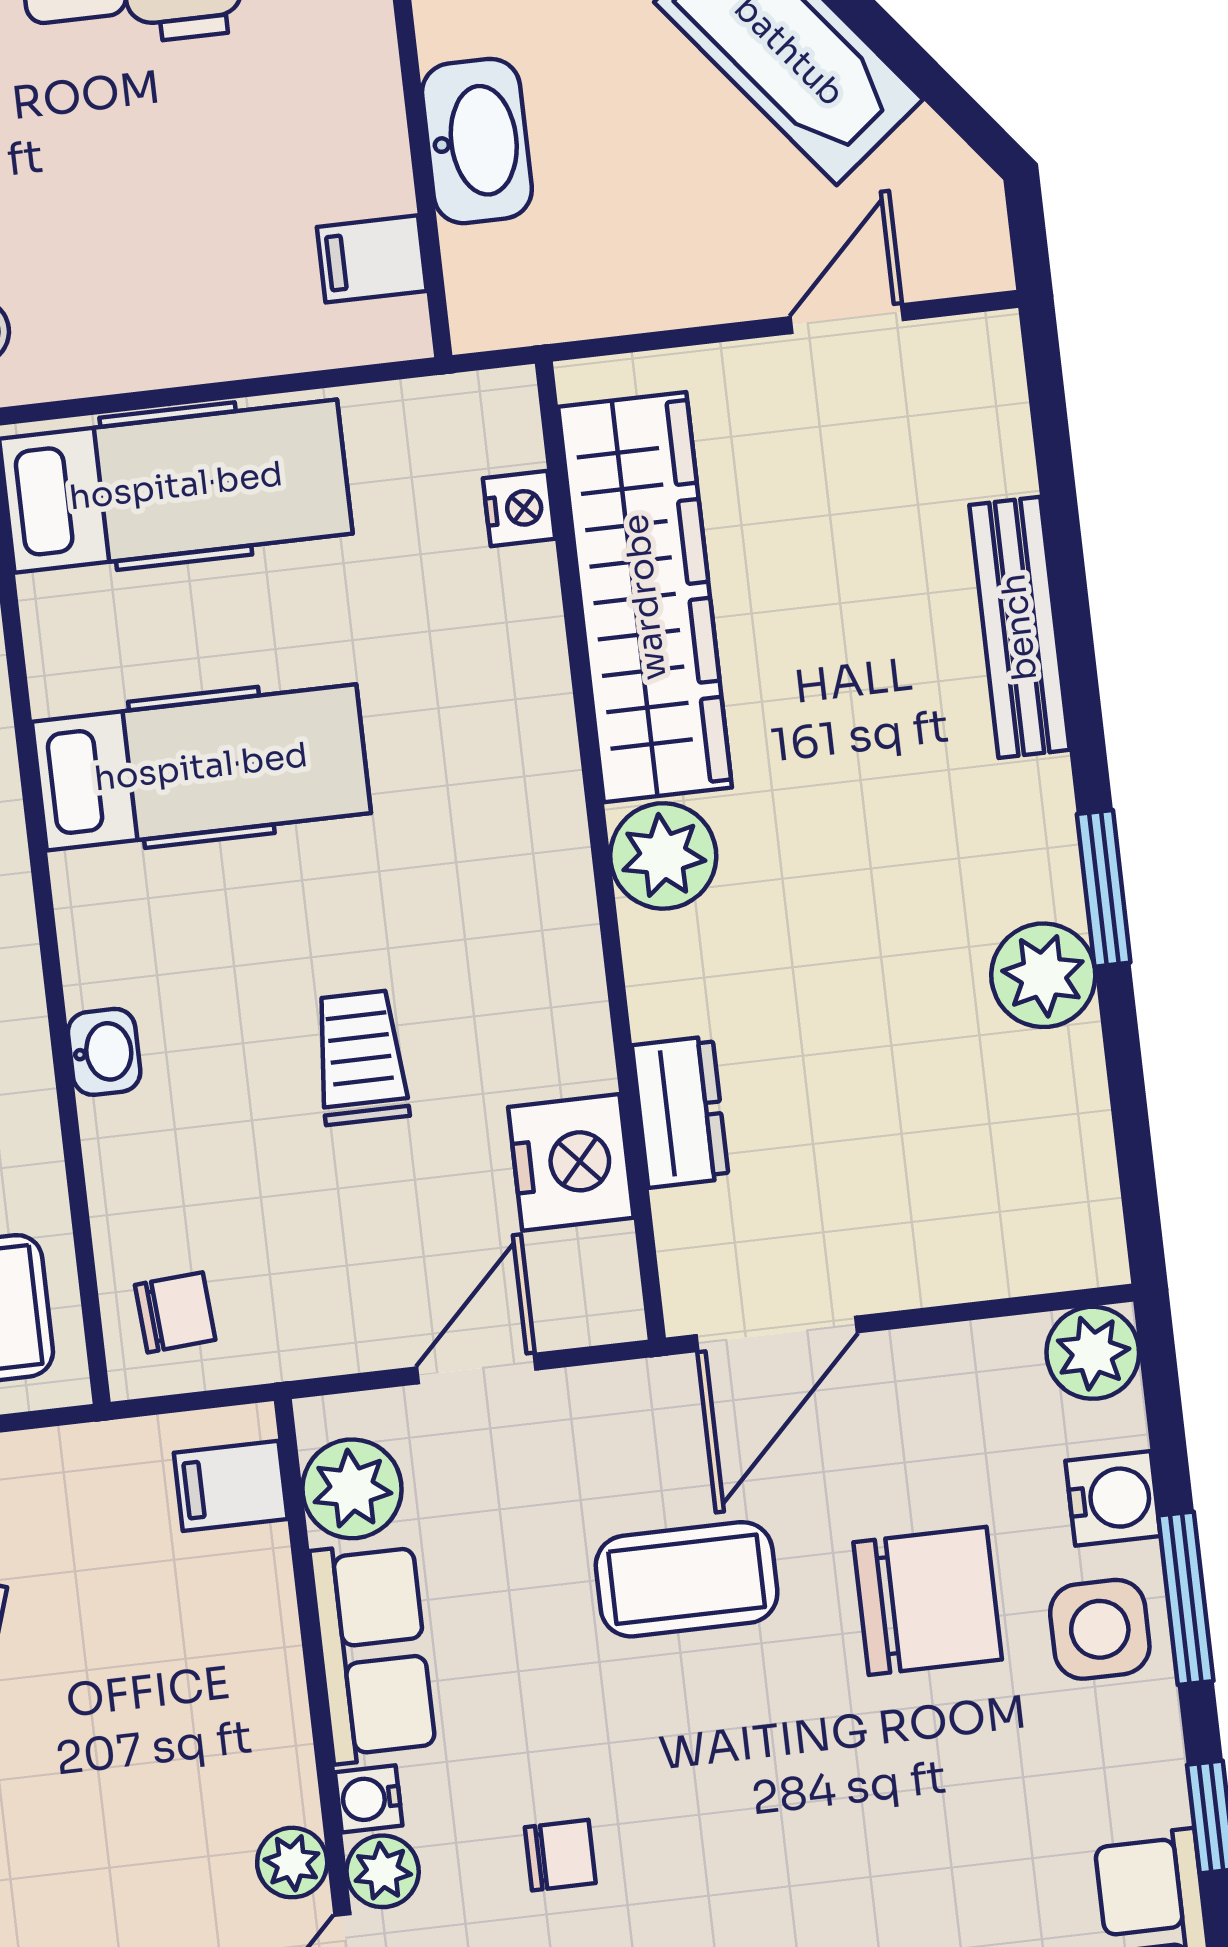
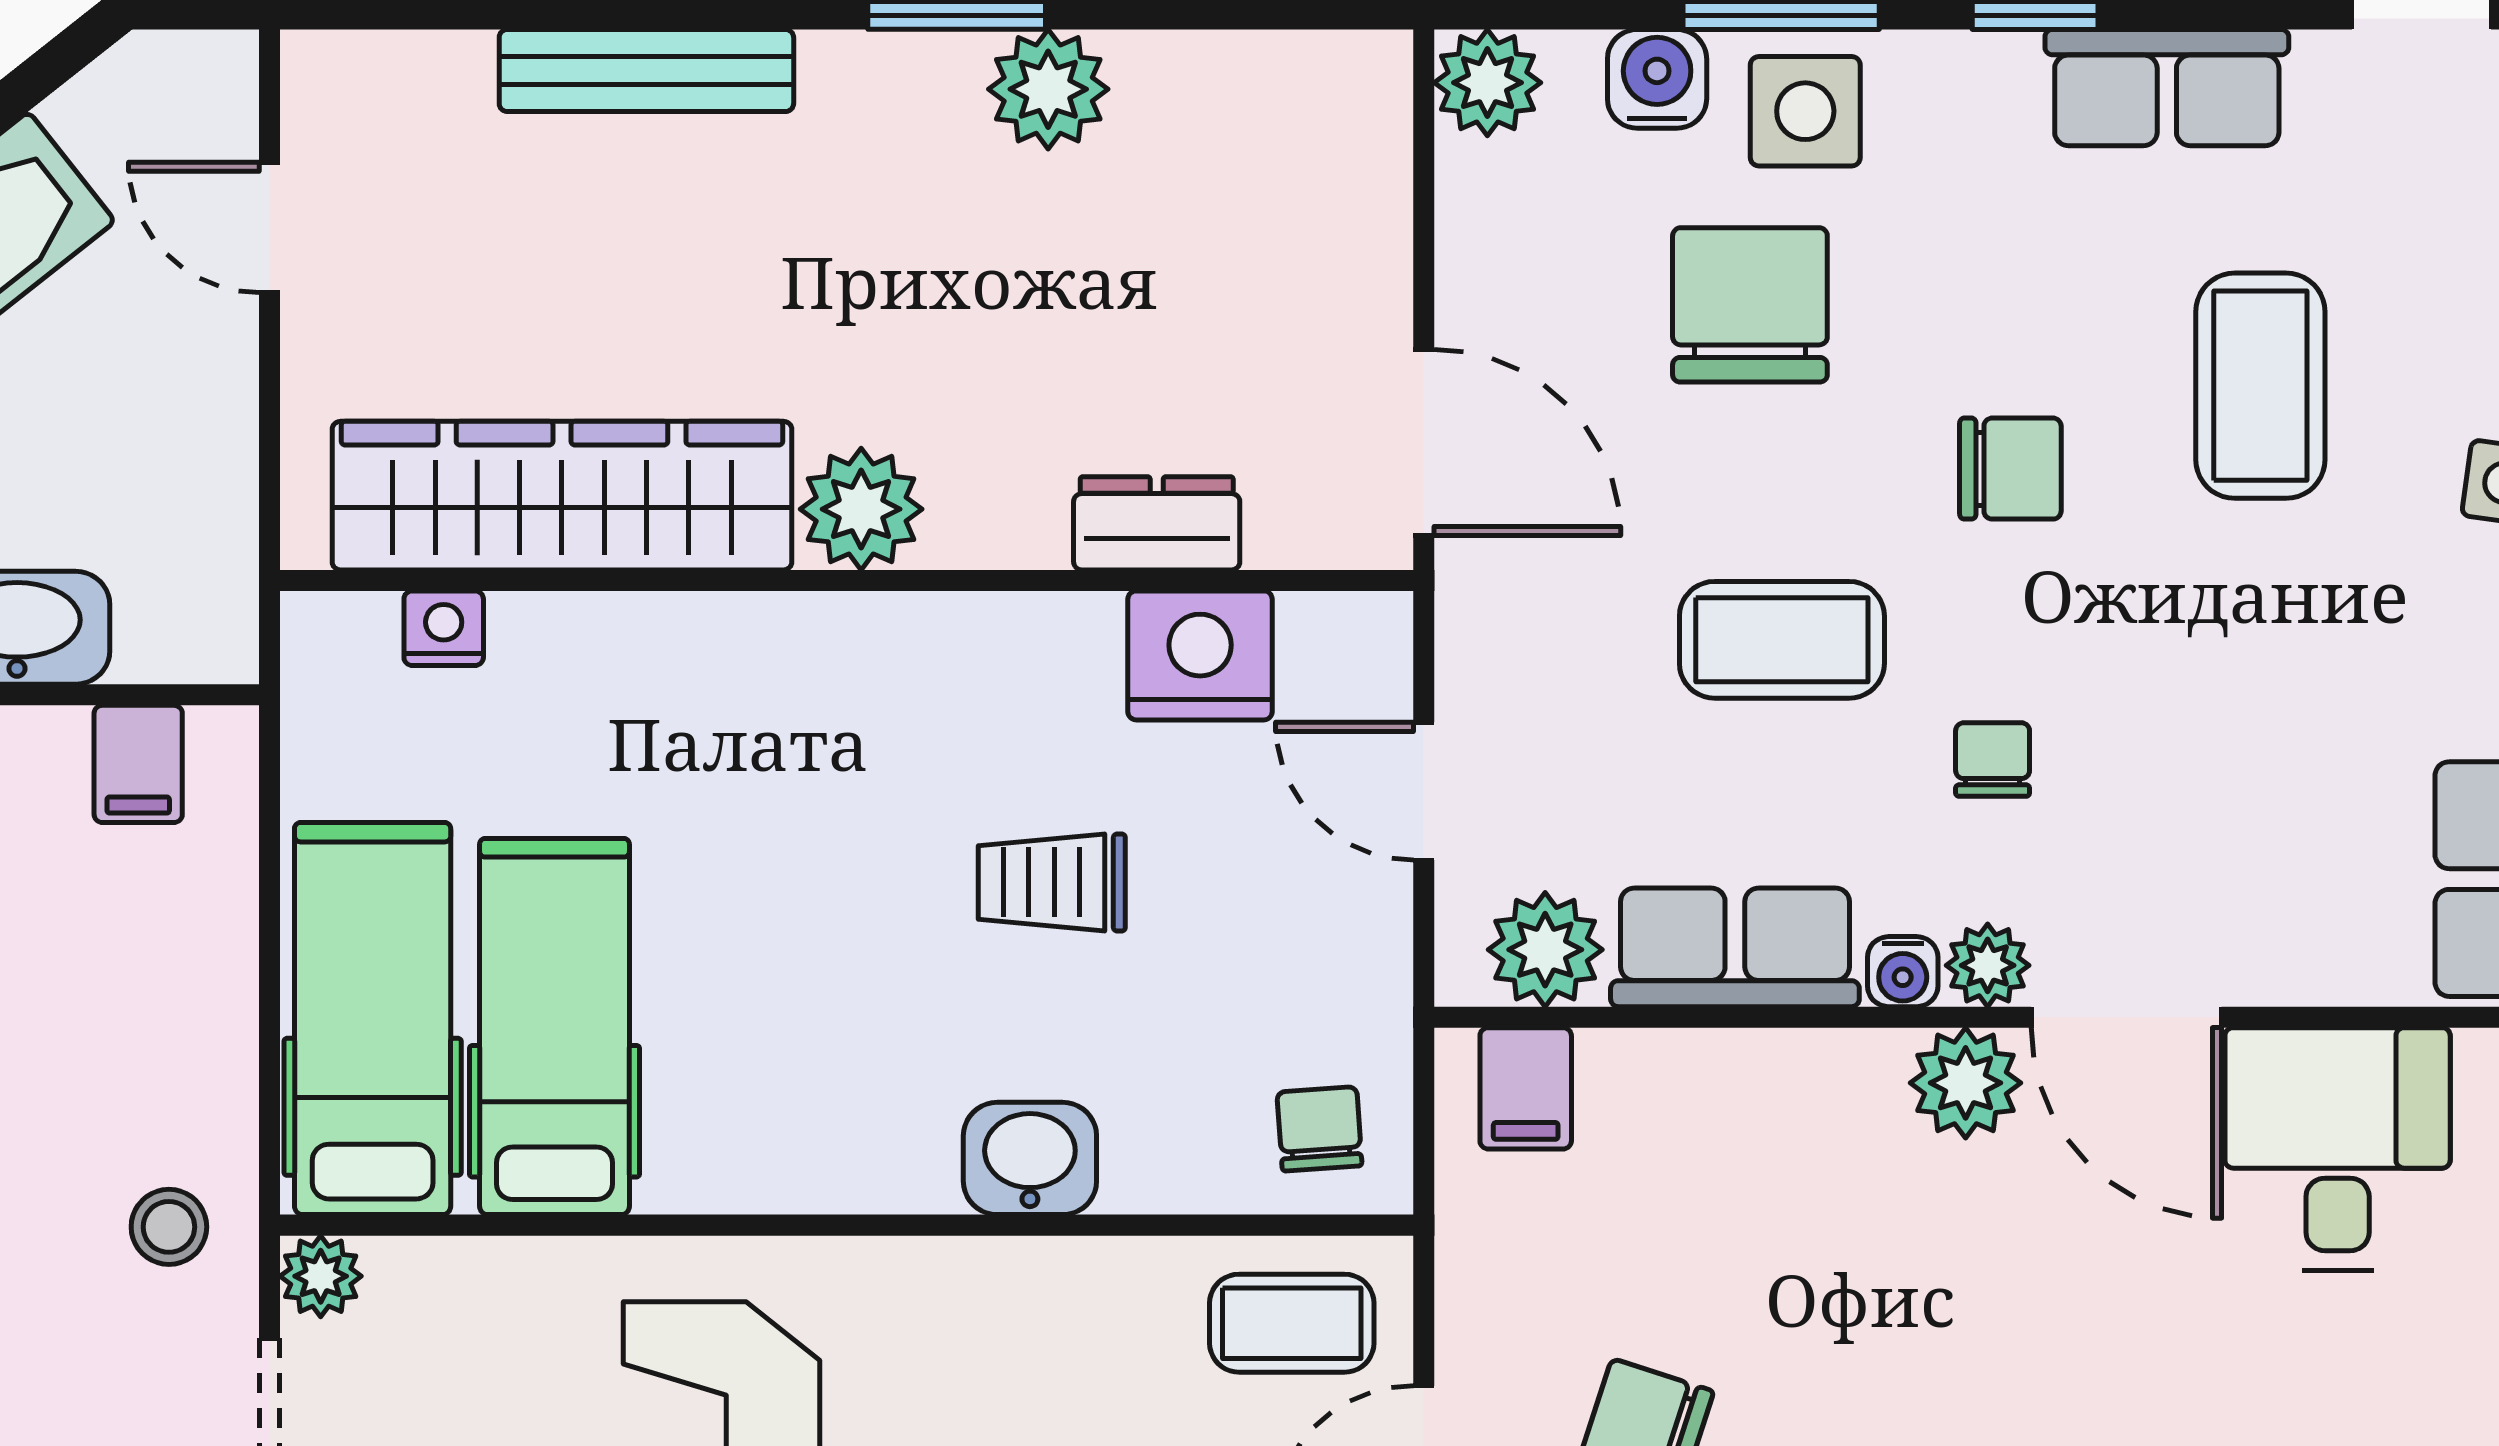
hospital bed: (201, 767) -> (554, 1027), moved
washbasin: (104, 1052) -> (1030, 1158), width x1.38, depth x1.45
coffee table: (687, 1579) -> (1782, 640), moved, turned 90
chair: (813, 1841) -> (2010, 469), added
plant: (292, 1863) -> (1966, 1083), width x1.38, depth x1.38

